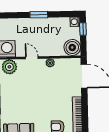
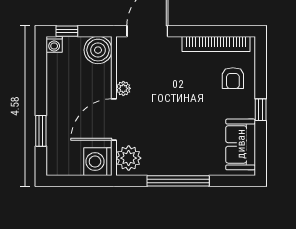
window: (39, 15) -> (41, 131), moved
door: (32, 58) -> (114, 119), width x1.87

